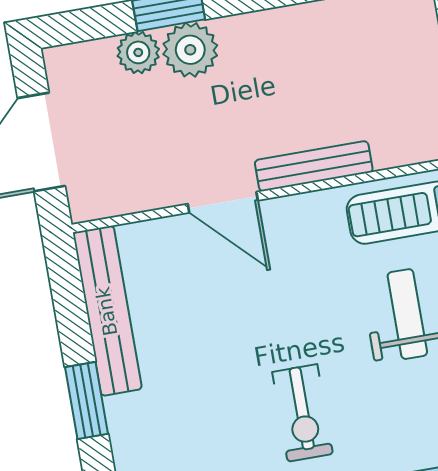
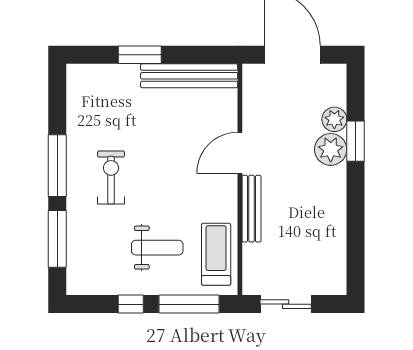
exercise bike: (302, 413) -> (111, 177), turned 90

